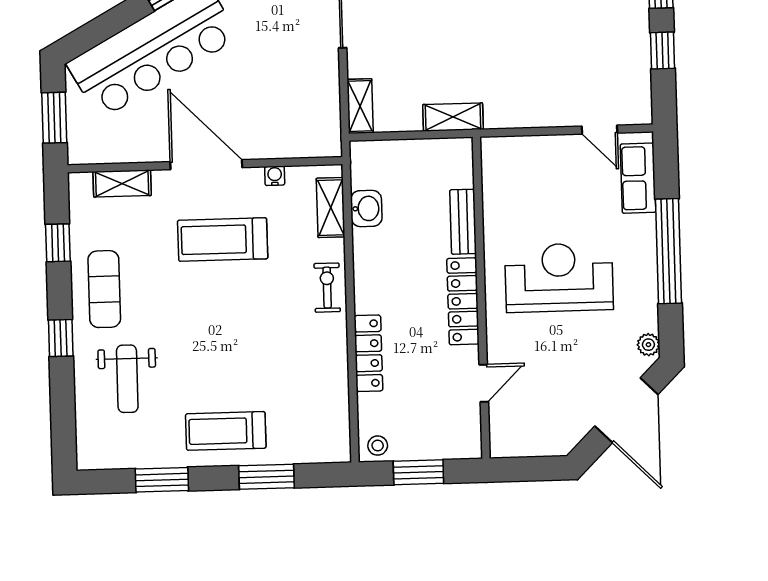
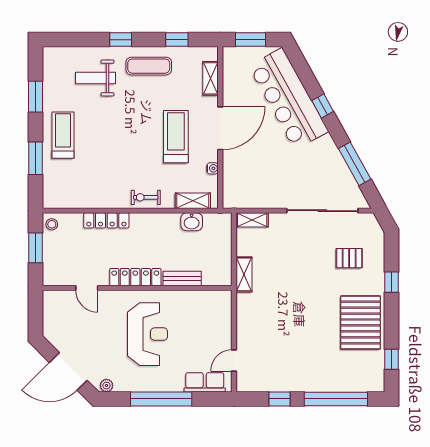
exercise bike: (327, 288) -> (146, 197), turned 180

